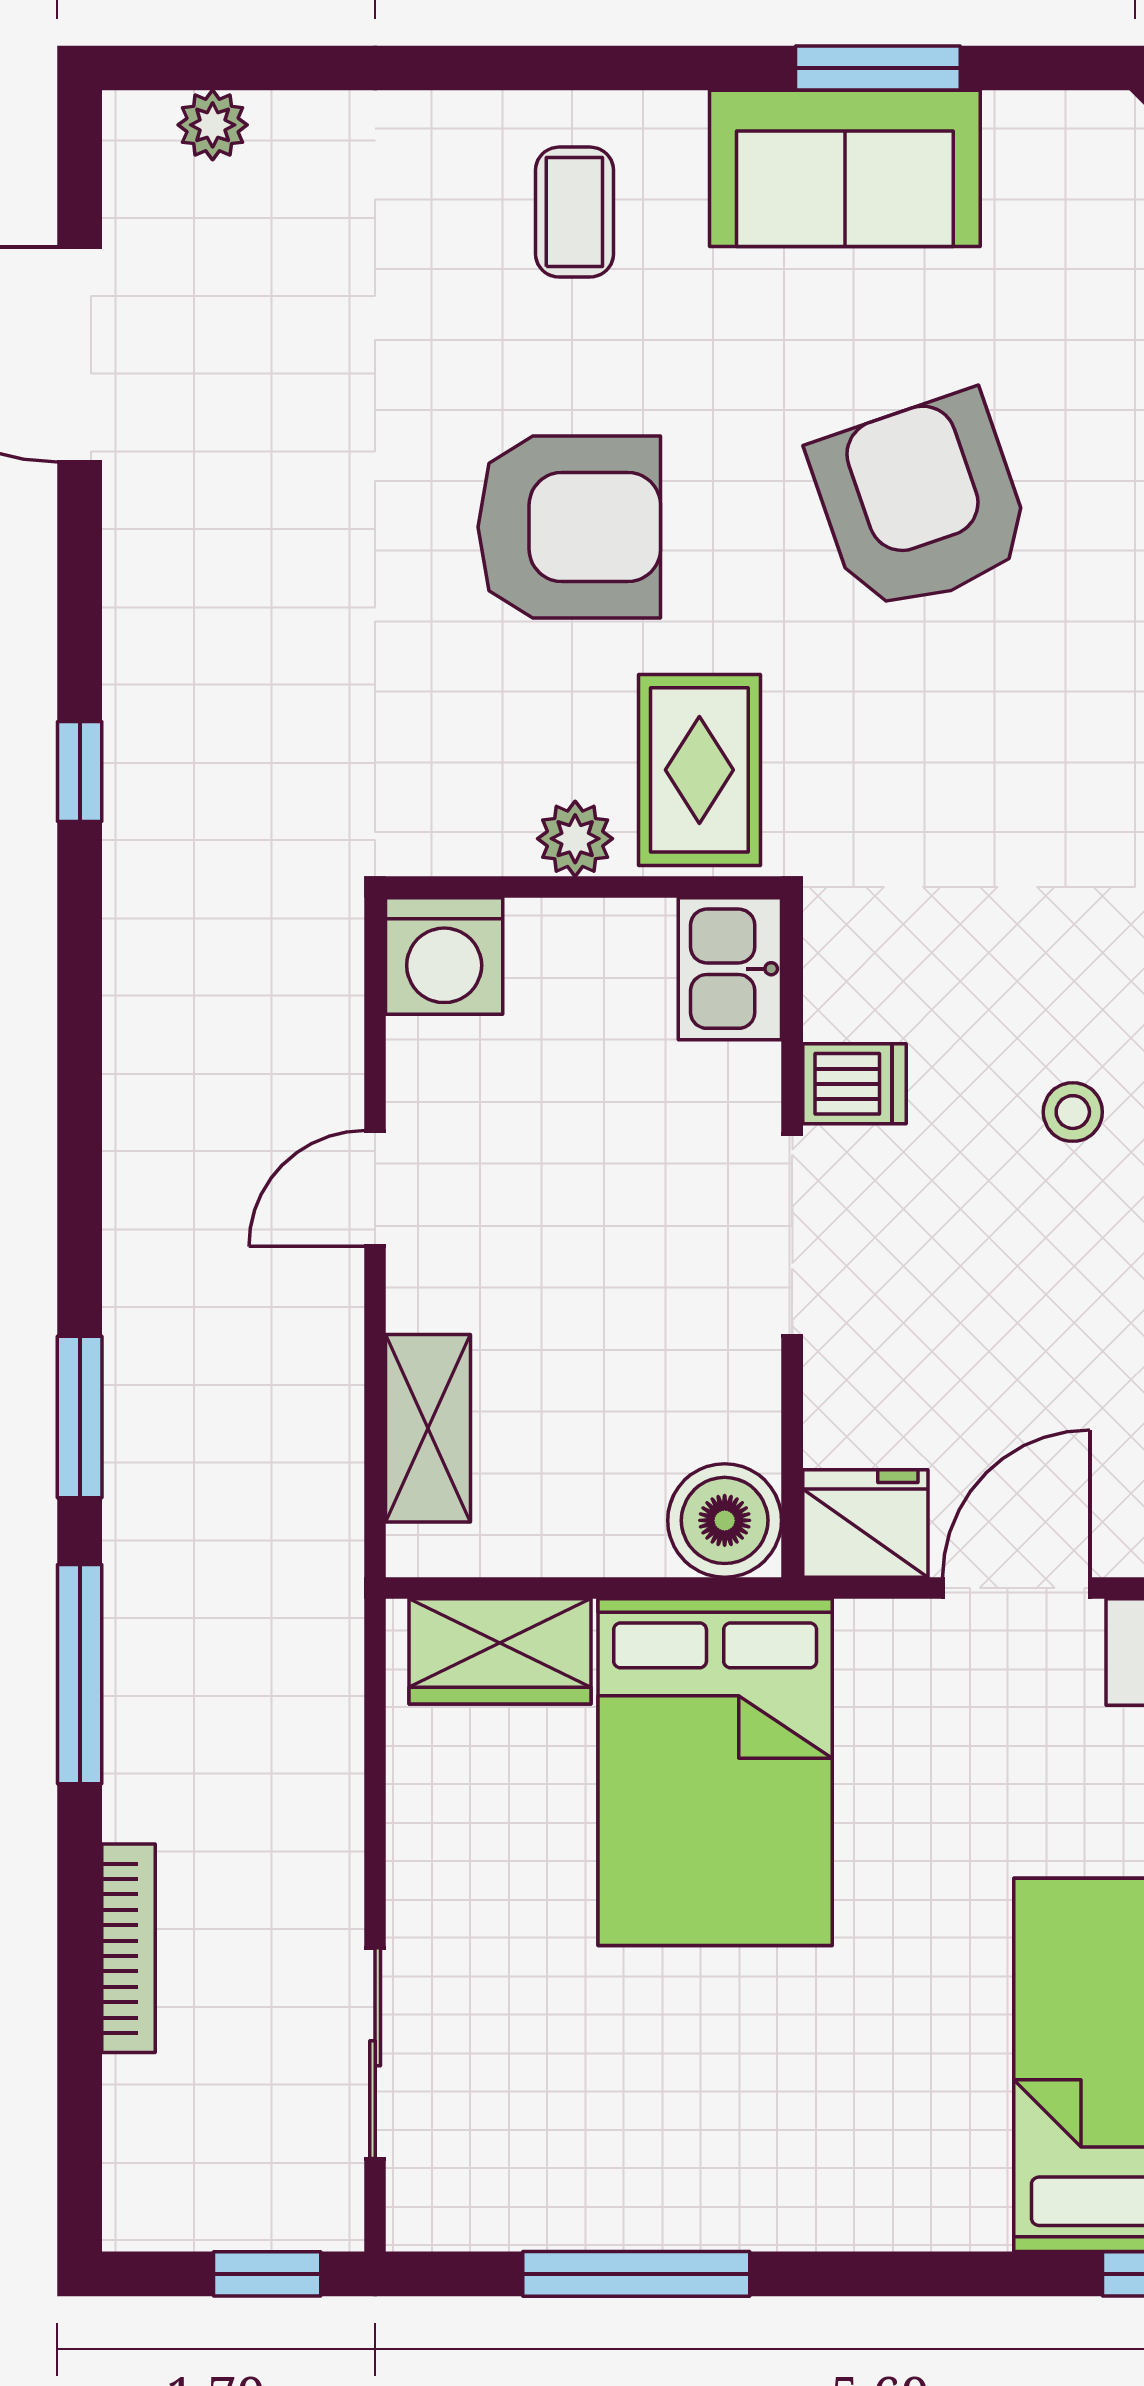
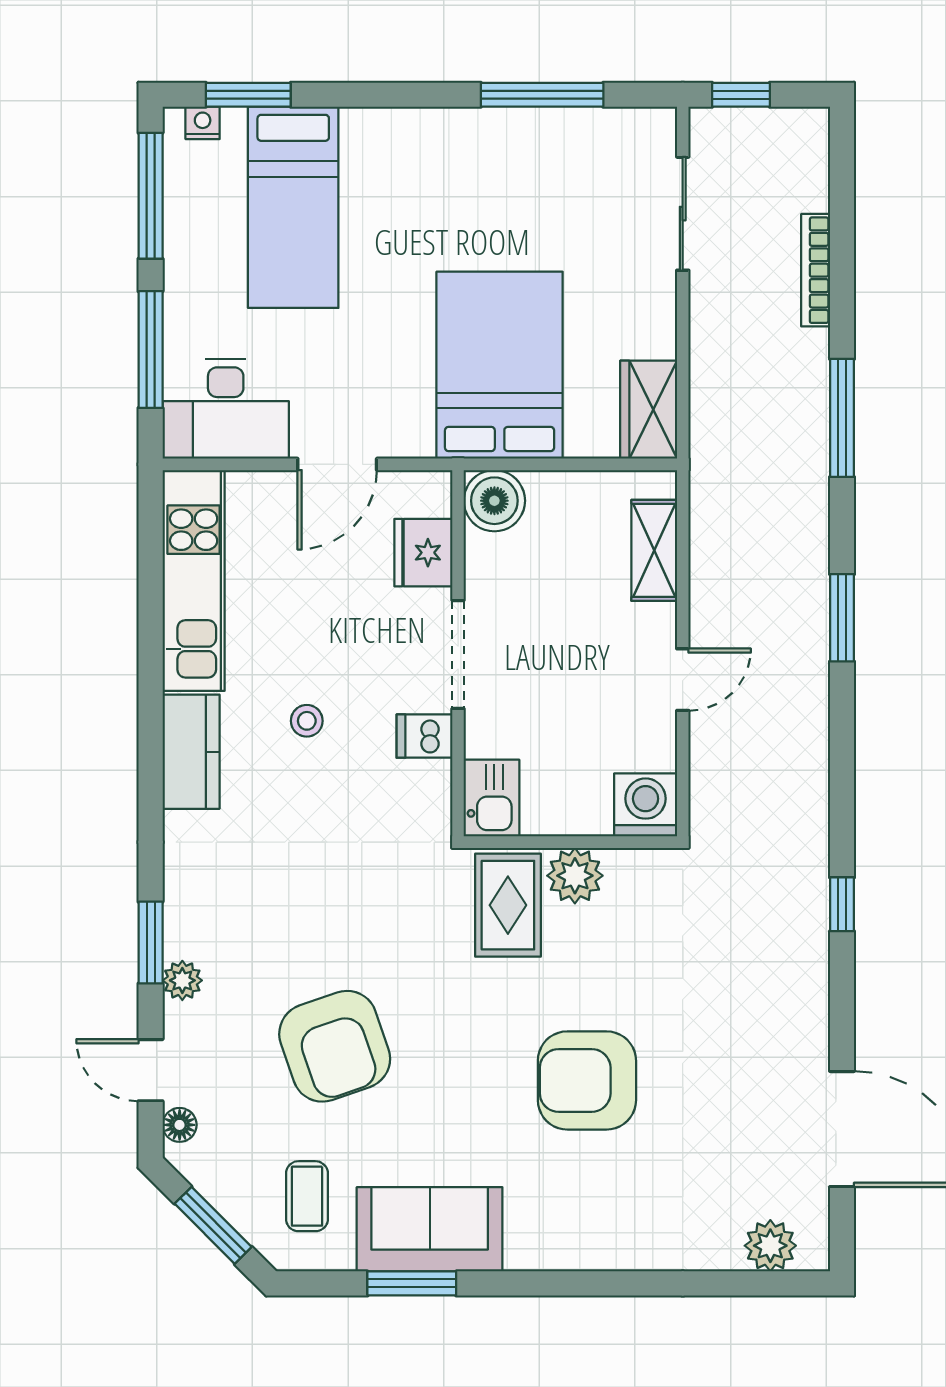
plant: (213, 125) -> (770, 1246), width x1.38, depth x1.38
coffee table: (574, 212) -> (307, 1196), moved
armchair: (921, 503) -> (335, 1046), moved
armchair: (569, 527) -> (587, 1080), moved
plant: (575, 839) -> (575, 876), width x1.38, depth x1.38
window: (80, 1417) -> (842, 618), moved
fridge: (865, 1523) -> (423, 553), moved, turned 90
wardrobe: (500, 1651) -> (649, 410), moved, turned -90

